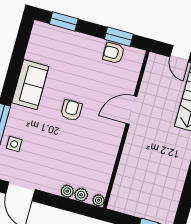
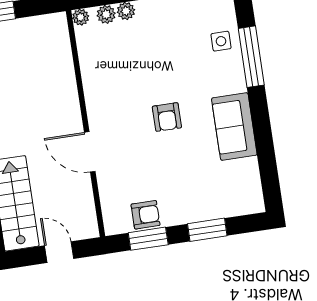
window: (64, 21) -> (207, 230), moved
door: (132, 110) -> (90, 152), swing flipped

